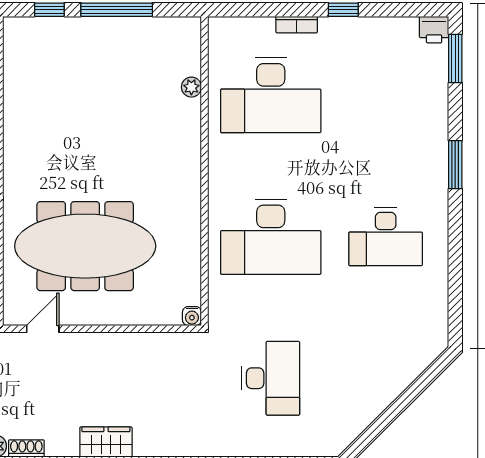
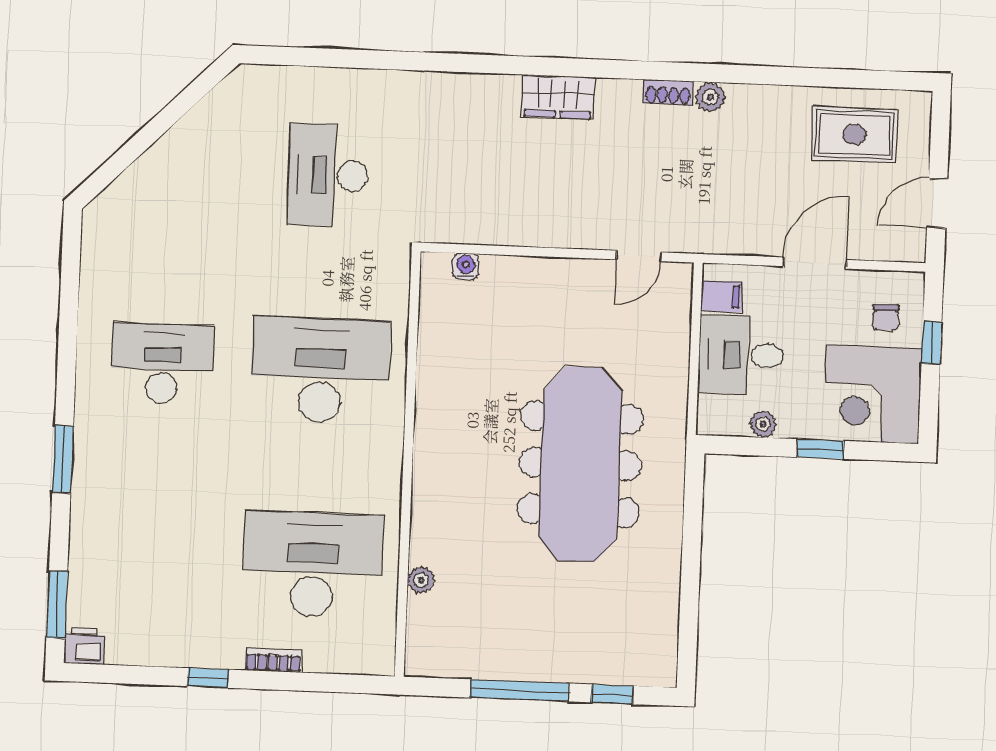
meeting table: (85, 246) -> (580, 464), moved, turned 90
water cooler: (192, 316) -> (466, 266), moved

